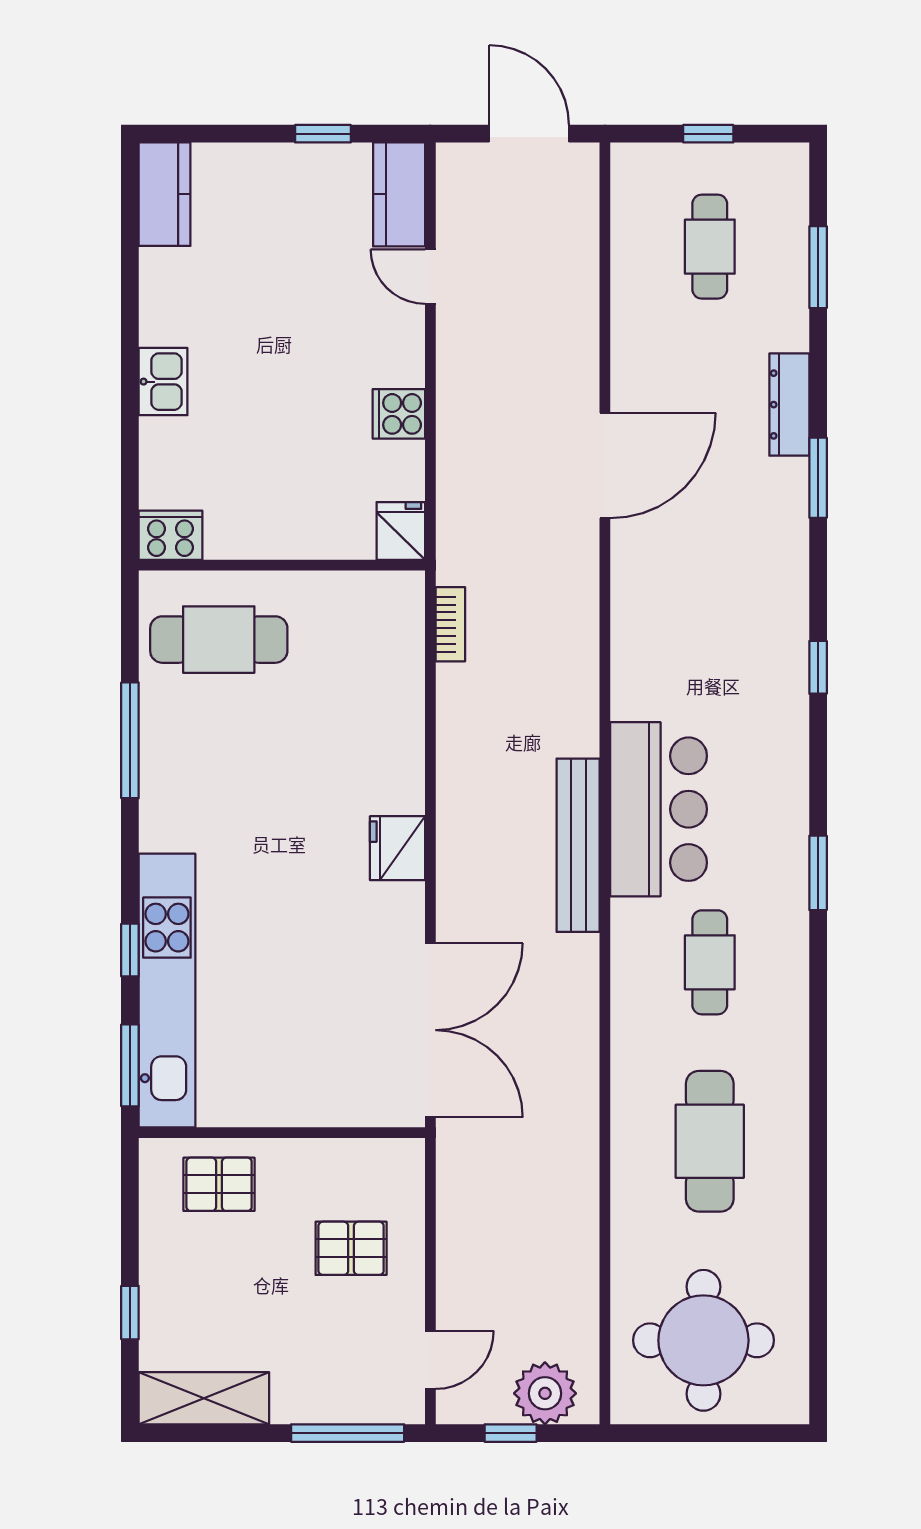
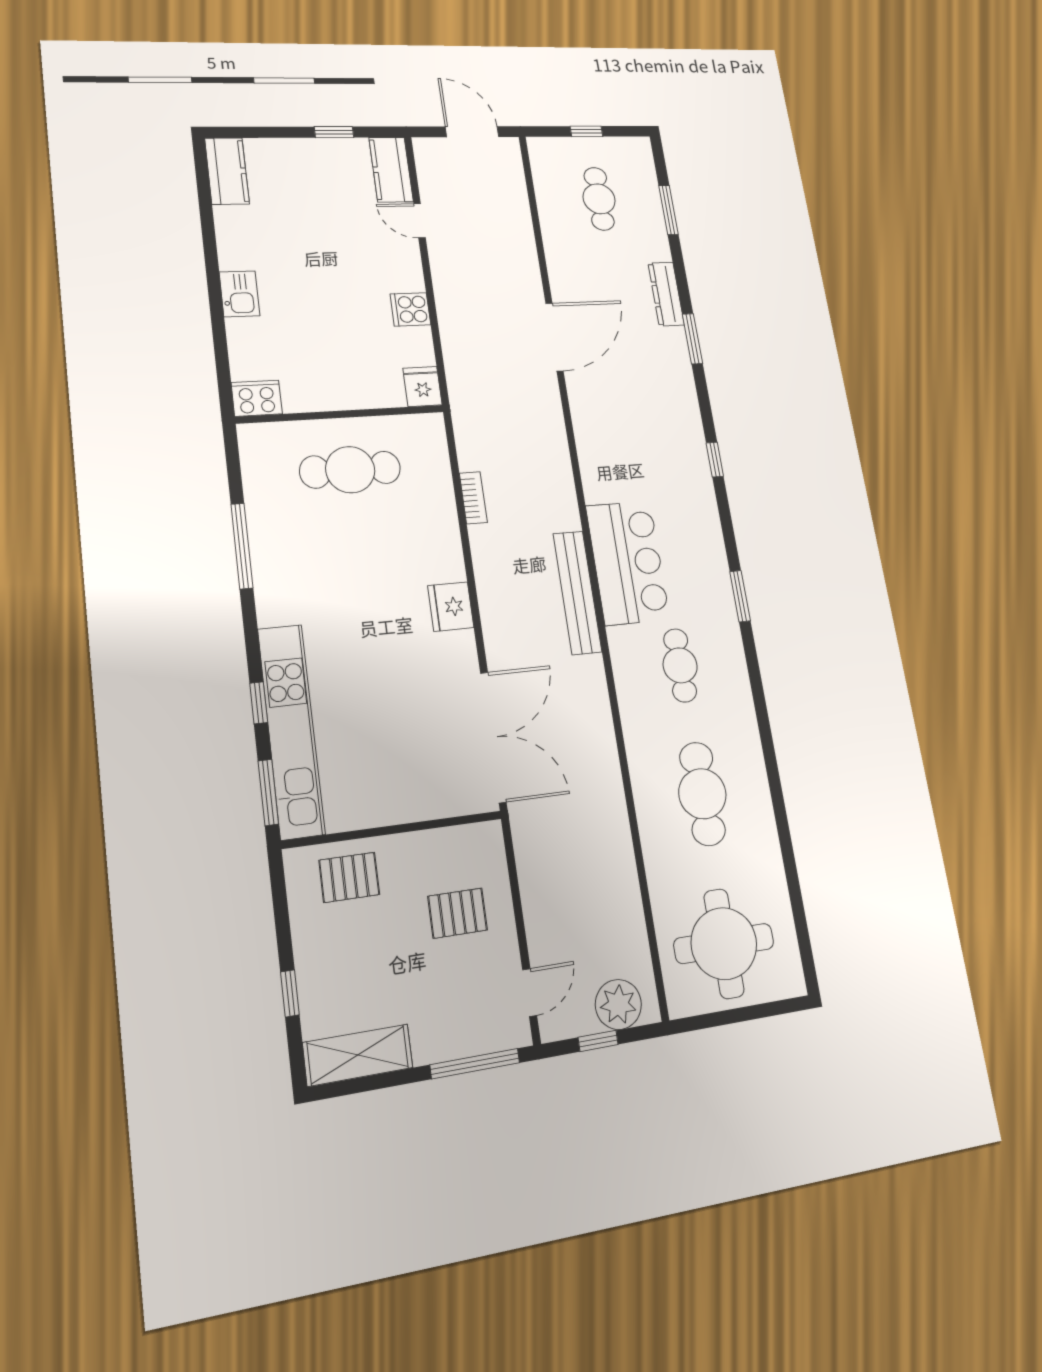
bookcase: (450, 624) -> (473, 498), moved
cafe table: (219, 640) -> (350, 470), moved

